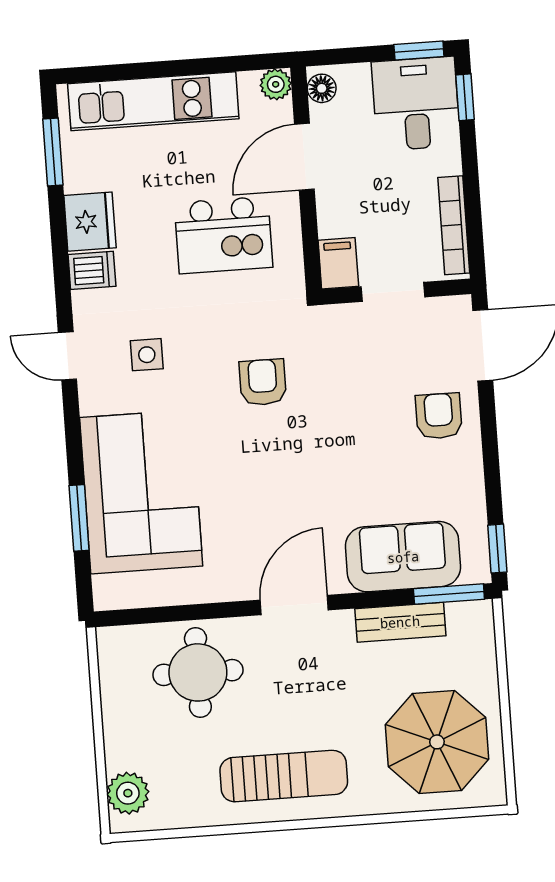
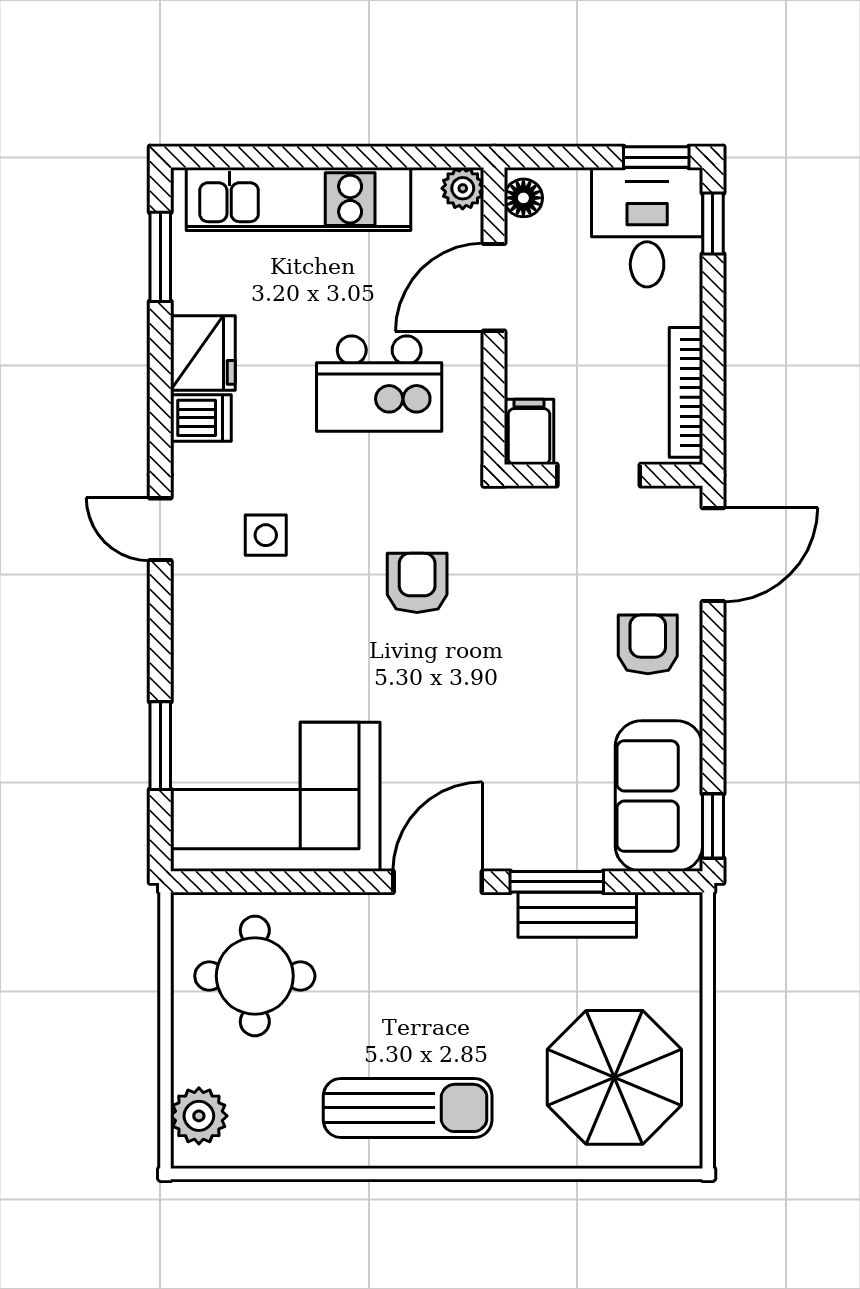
corner sofa: (141, 492) -> (275, 797), moved, turned -90
sofa: (403, 557) -> (659, 796), moved, turned -90
window: (449, 594) -> (557, 882), moved
round table: (198, 672) -> (255, 976), moved

